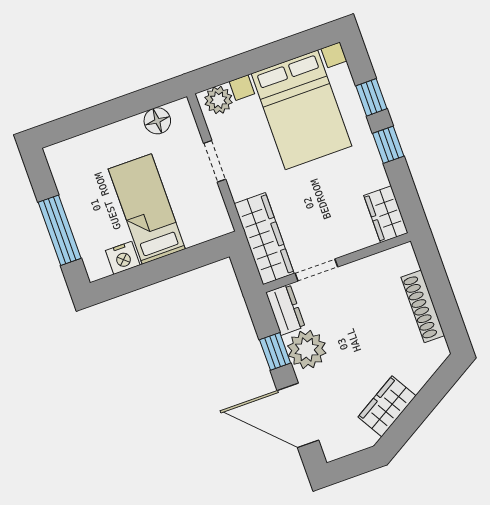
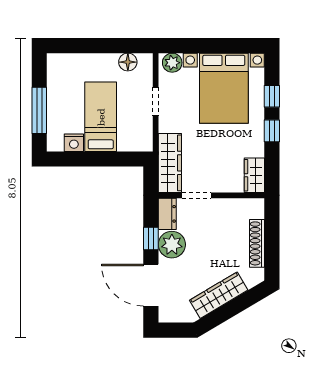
wardrobe: (387, 406) -> (219, 295), width x1.50

